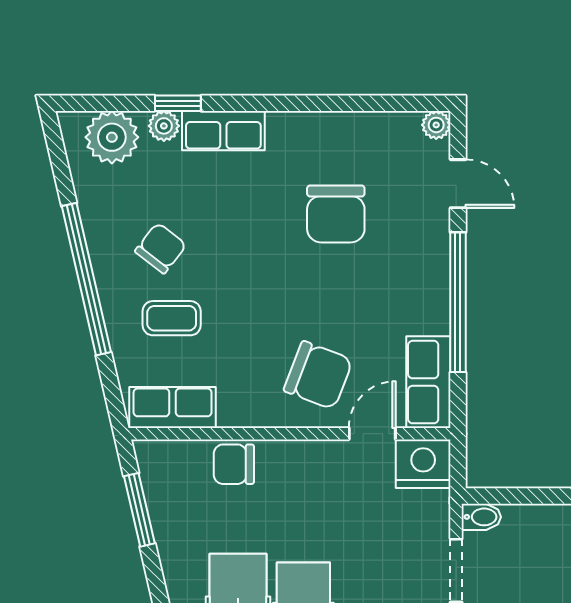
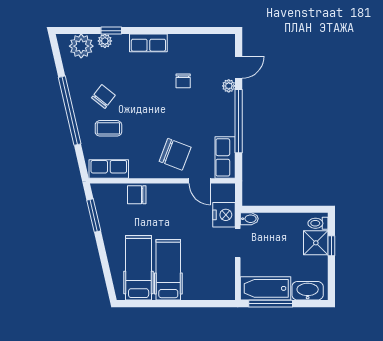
plant: (436, 125) -> (229, 86), moved
row of seats: (223, 131) -> (148, 43), moved
door: (458, 184) -> (239, 67), hinge flipped
chair: (336, 214) -> (183, 81), width x0.54, depth x0.54
door: (372, 434) -> (200, 181), swing flipped
nightstand: (423, 464) -> (224, 215), moved, turned 90

